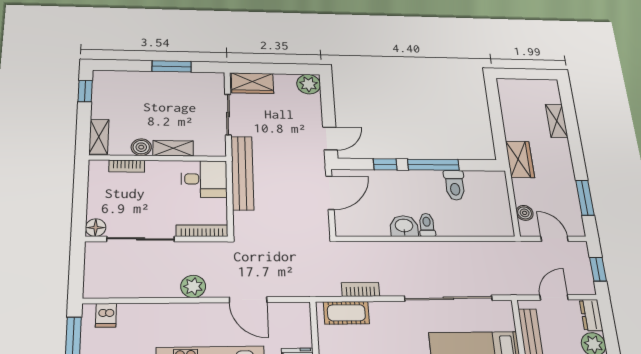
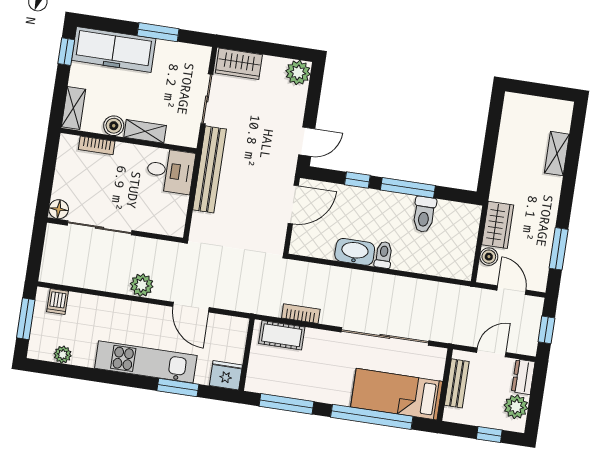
freezer: (131, 84) -> (114, 49), added
wardrobe: (520, 159) -> (498, 225), moved
washbasin: (404, 226) -> (355, 252), width x1.38
bookcase: (202, 231) -> (159, 228), removed

